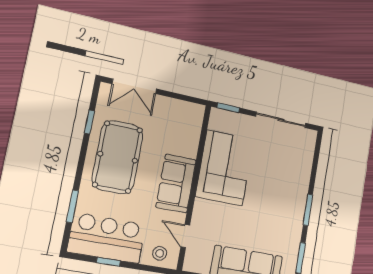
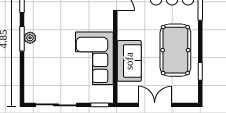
double door: (134, 86) -> (155, 105), moved
sofa: (176, 183) -> (129, 61), moved
plant: (298, 209) -> (30, 38), added

